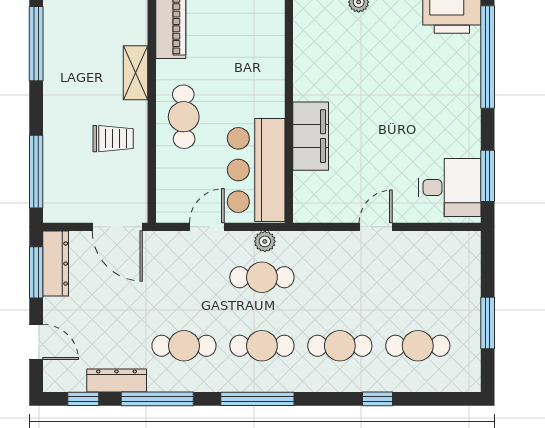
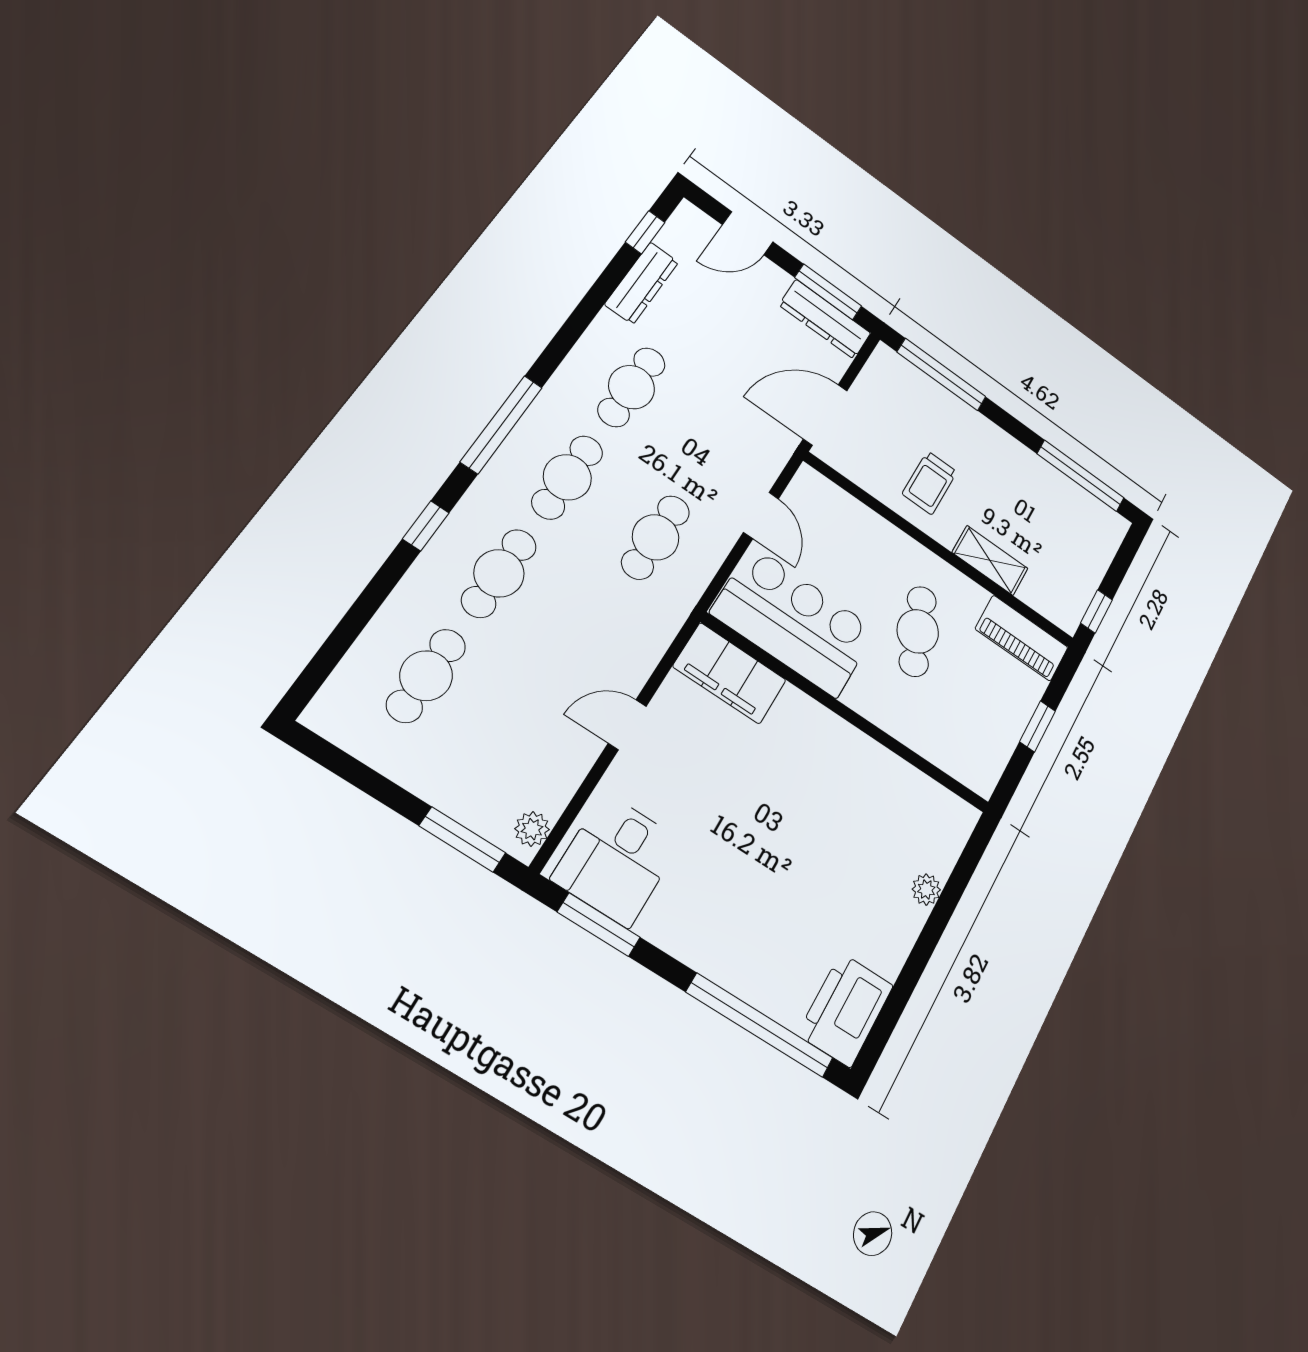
cafe table: (184, 117) -> (918, 631), moved, turned 69
filing cabinet: (311, 136) -> (730, 673), moved
door: (376, 227) -> (627, 725), swing flipped
plant: (265, 241) -> (532, 829), moved
window: (488, 323) -> (462, 839), moved
window: (157, 399) -> (586, 311), removed
window: (377, 399) -> (426, 526), moved

